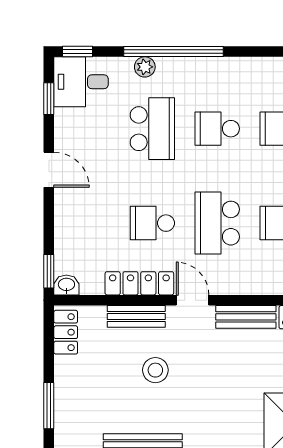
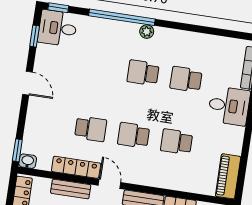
plant: (145, 67) -> (147, 32), moved
school desk: (152, 129) -> (100, 66), removed
school desk: (152, 223) -> (91, 129), turned 180
school desk: (217, 223) -> (134, 135), width x0.54

